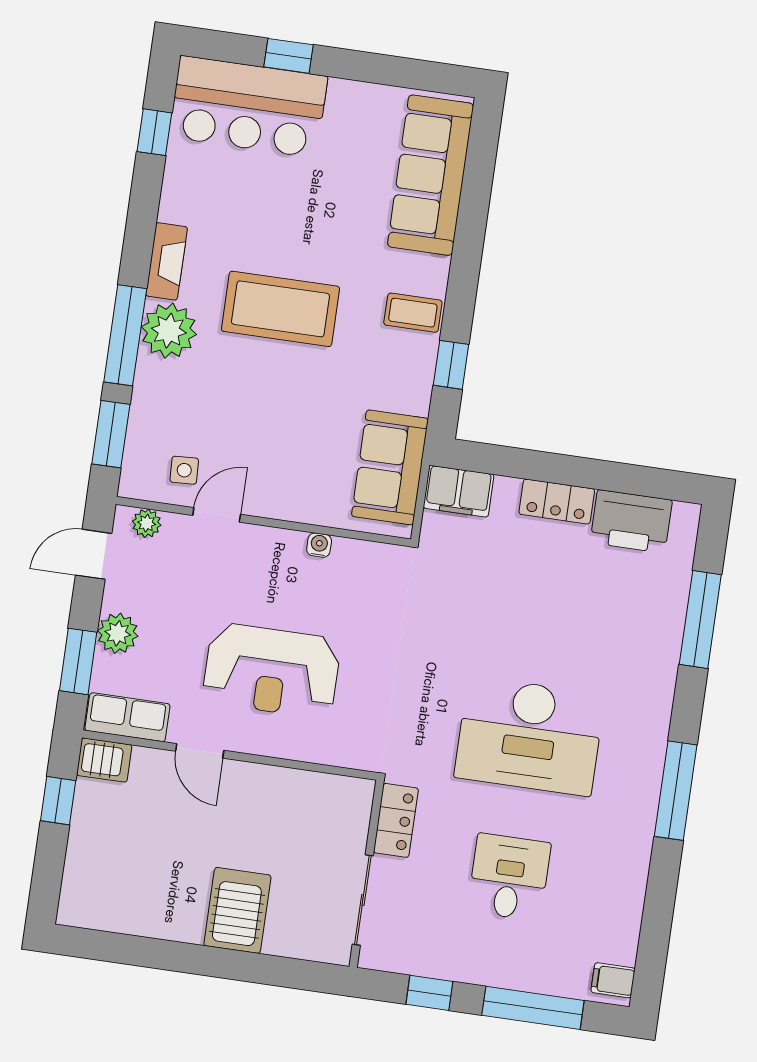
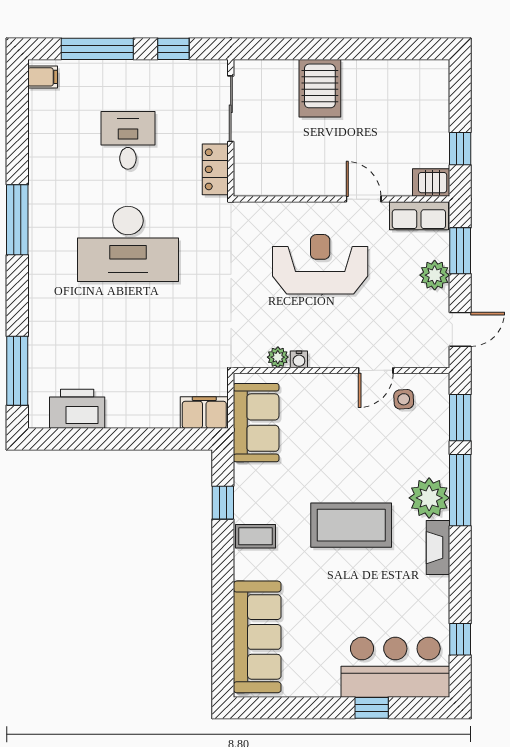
locker: (557, 501) -> (133, 415), removed
plant: (147, 523) -> (278, 357), moved
window: (700, 619) -> (17, 371), moved
desk: (529, 736) -> (128, 244), turned 180
desk: (509, 877) -> (128, 140), turned 180

